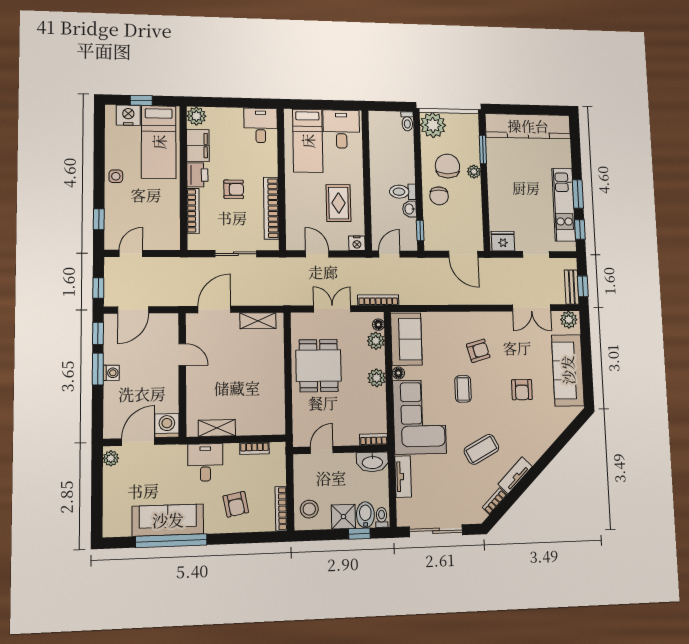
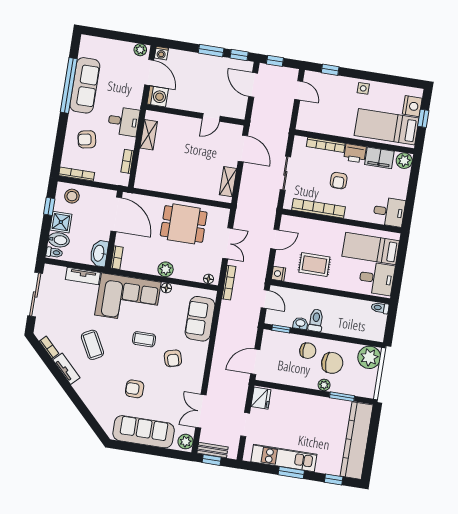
toilet: (407, 121) -> (380, 308), moved
chair: (439, 196) -> (308, 351), turned 180
window: (580, 229) -> (334, 479), moved
sofa: (406, 339) -> (200, 319), moved, turned 90
plant: (376, 341) -> (196, 274), removed
washing machine: (111, 373) -> (161, 53), moved
door: (322, 450) -> (116, 214), width x1.87
window: (359, 534) -> (49, 206), moved

